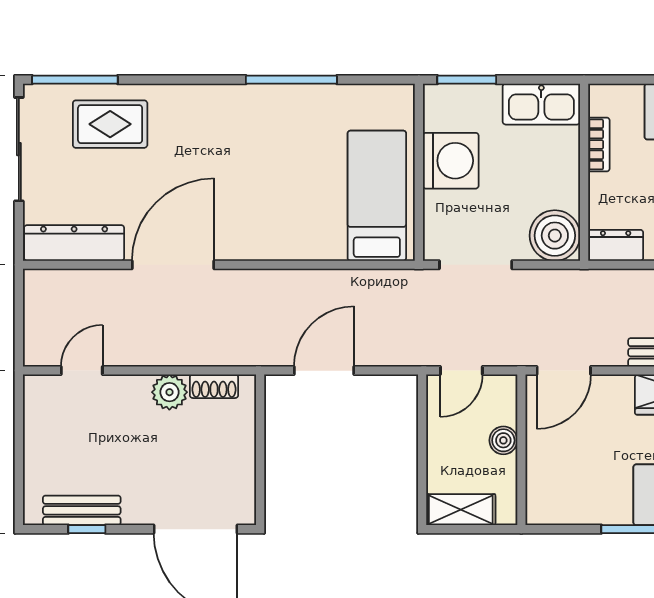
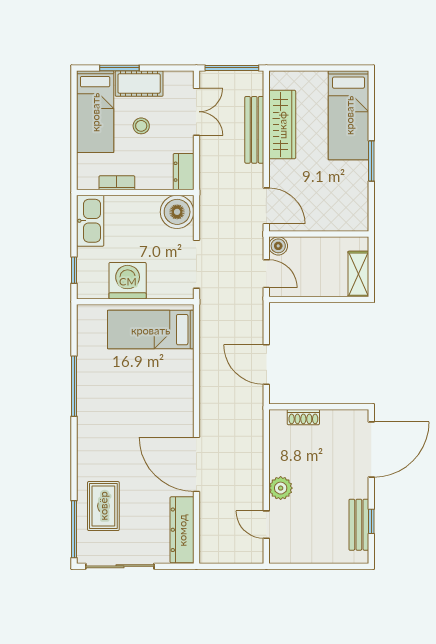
window: (467, 80) -> (74, 270), width x0.67
shoe rack: (214, 386) -> (303, 417), moved, turned 90
plant: (169, 392) -> (281, 488), moved
boiler: (503, 440) -> (278, 246), moved

